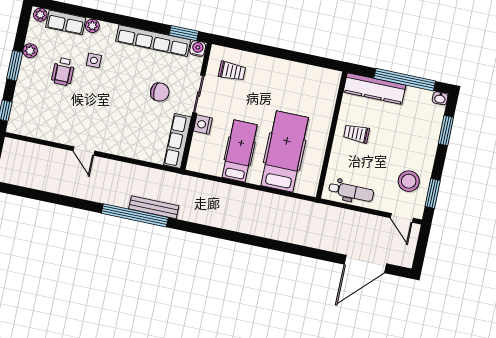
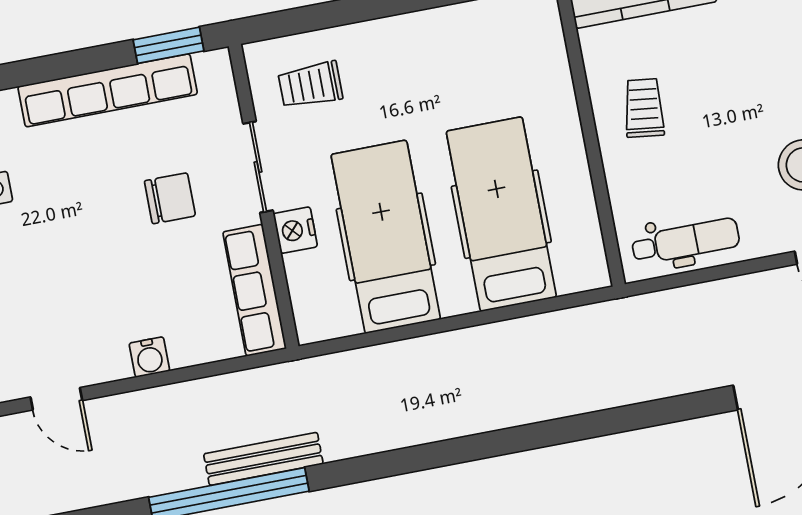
water cooler: (198, 49) -> (149, 357), moved, turned 180
trolley: (232, 71) -> (310, 85), turned 180
trolley: (357, 134) -> (644, 108), turned 97
hospital bed: (240, 151) -> (386, 237), width x1.37, depth x1.29

